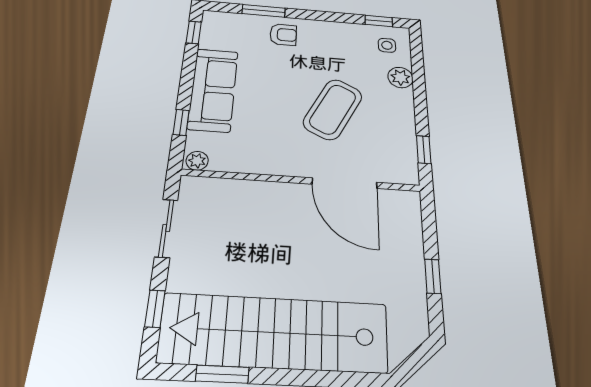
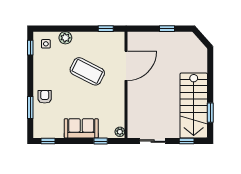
sofa: (213, 89) -> (81, 128), width x0.73
stairs: (275, 333) -> (194, 106), width x0.73

